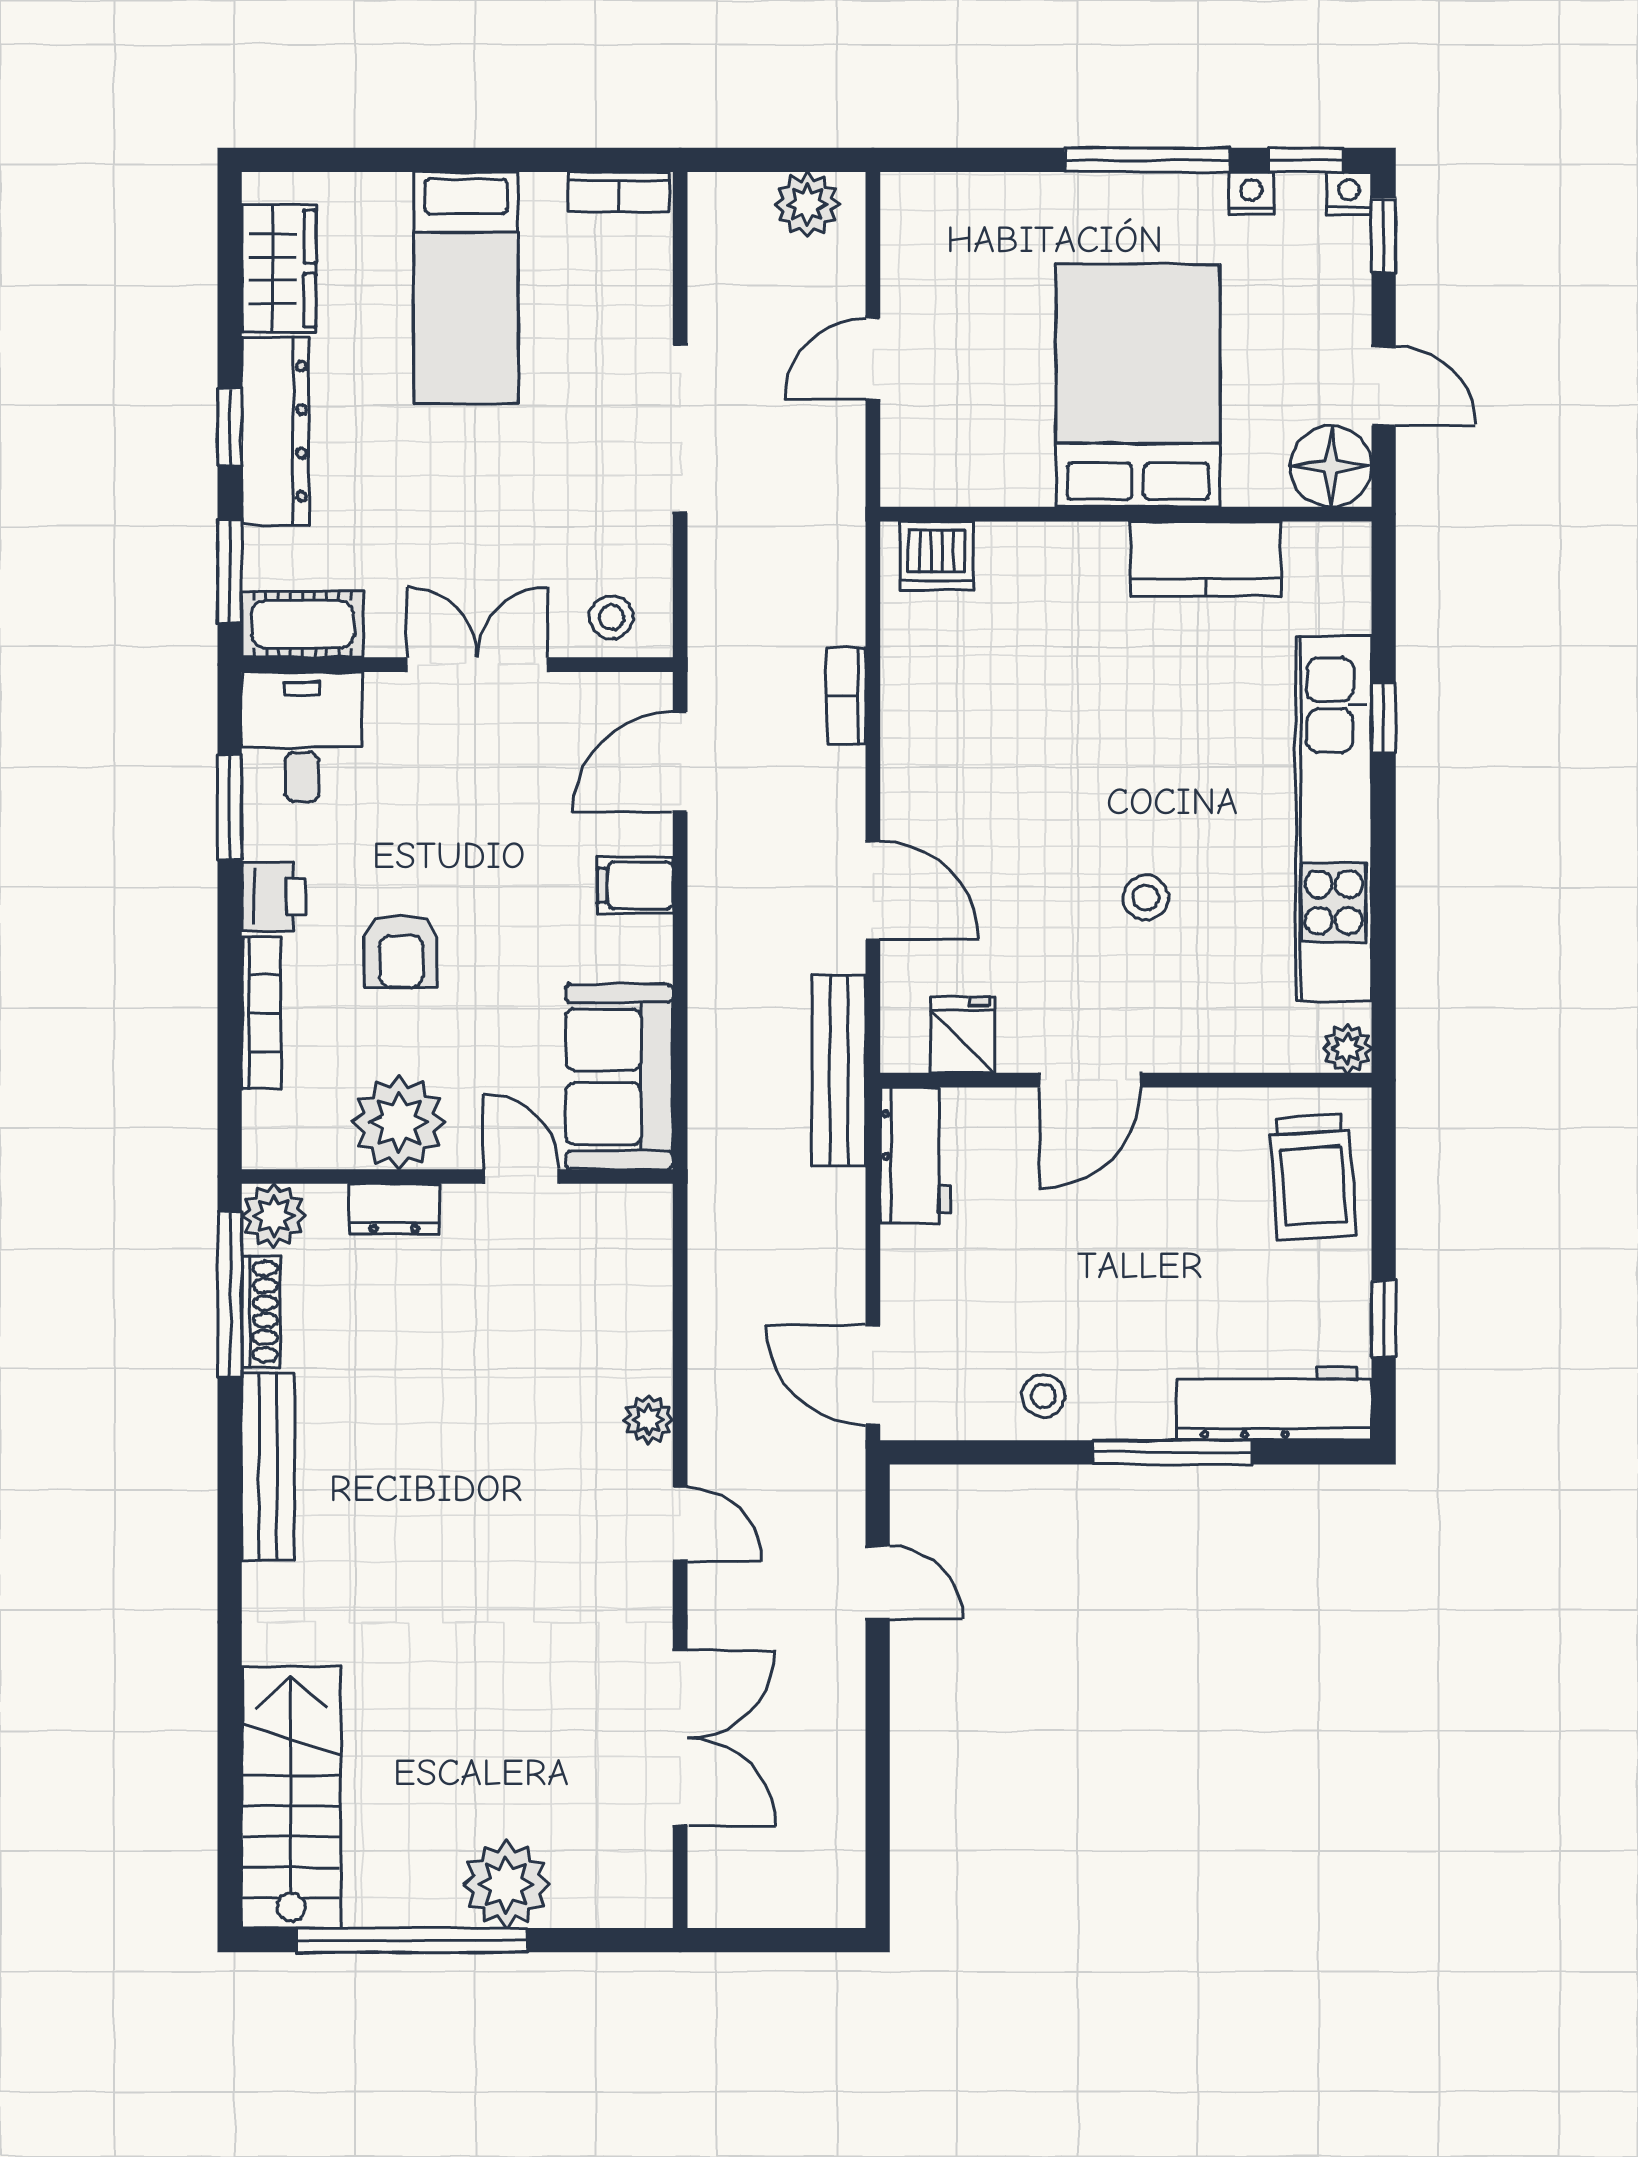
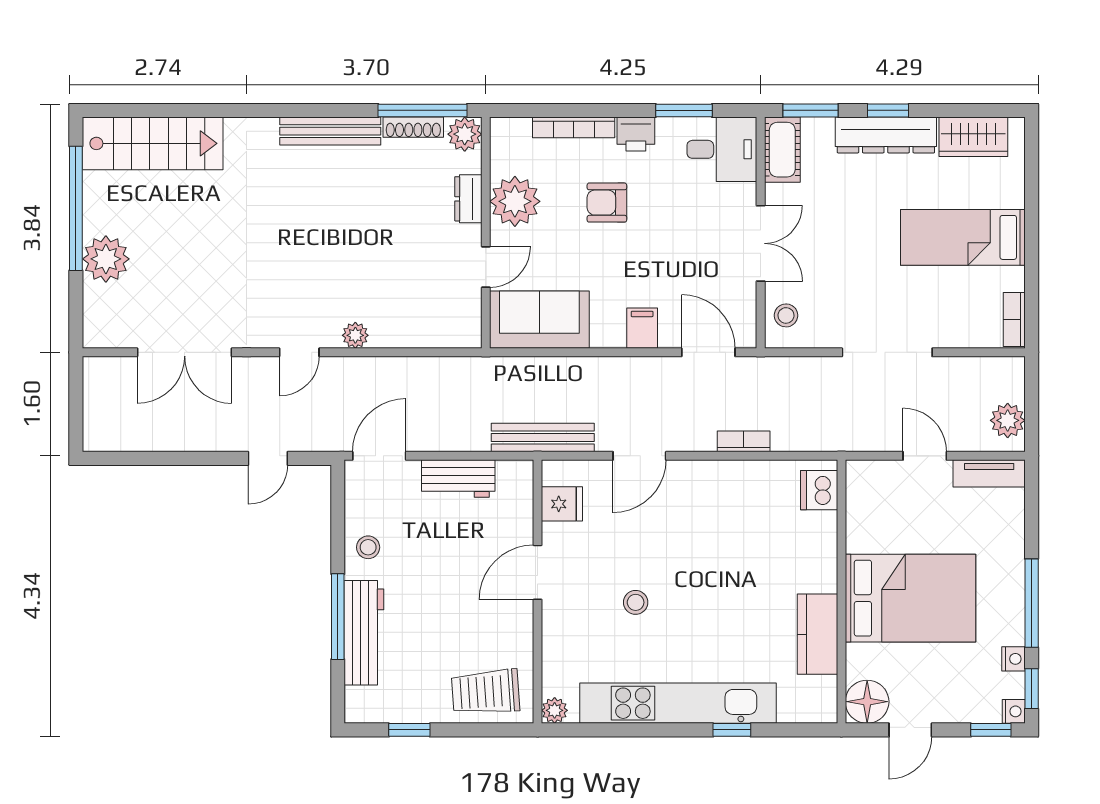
tv unit: (906, 239) -> (989, 473), added
door: (1090, 1080) -> (538, 572), hinge flipped
workbench: (915, 1155) -> (458, 479), moved
workbench: (1274, 1404) -> (364, 633), moved

